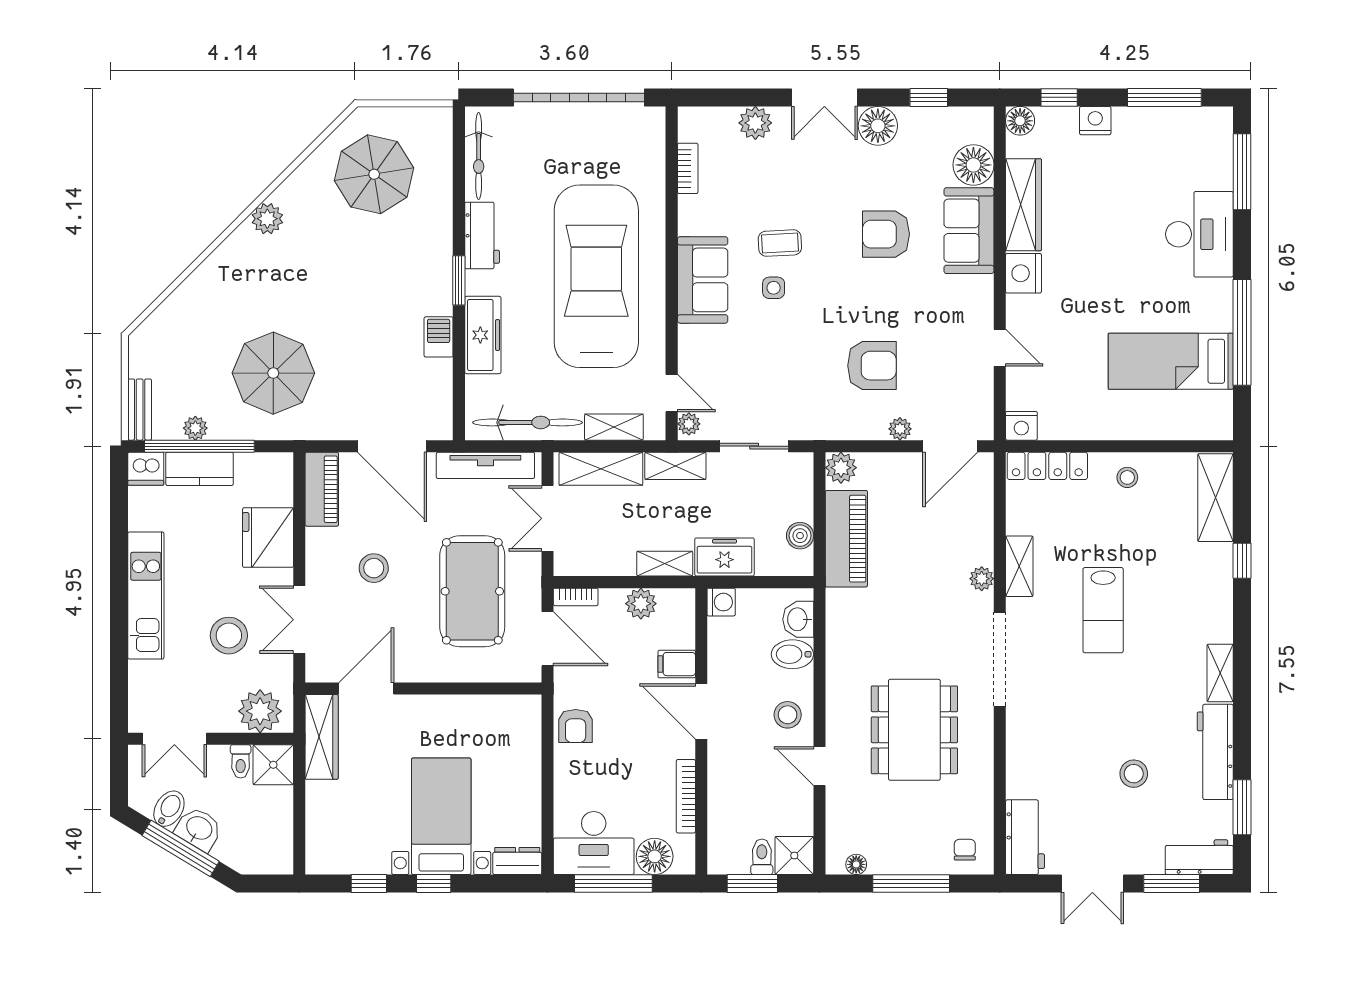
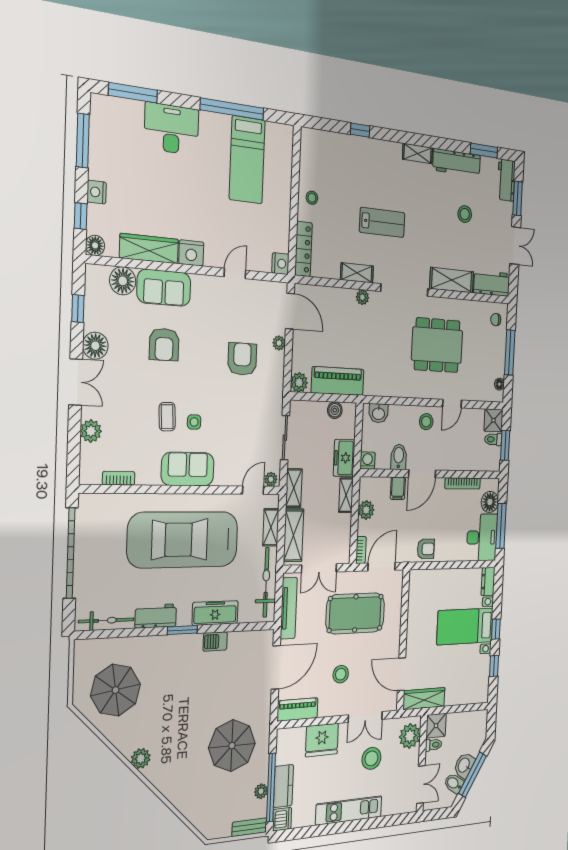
shelving: (1216, 498) -> (452, 280), moved
bidet: (792, 654) -> (399, 457), moved, turned 180

